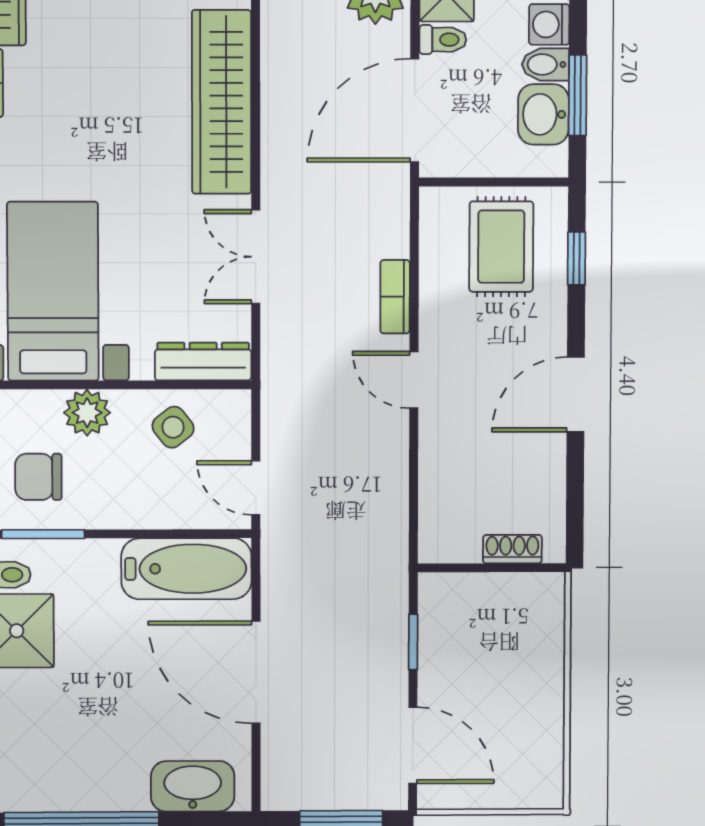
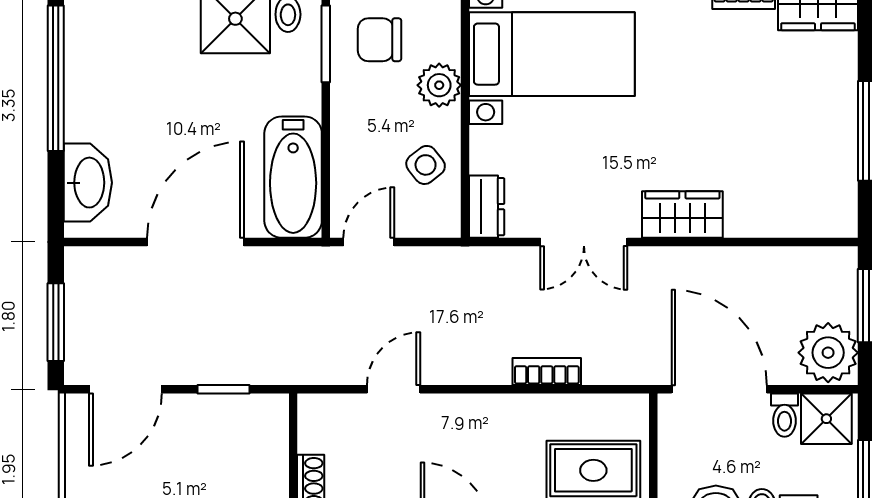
wardrobe: (222, 102) -> (682, 215), width x0.48, depth x0.85
double door: (256, 257) -> (584, 242), swing flipped
dresser: (203, 362) -> (487, 207), width x0.70
door: (414, 380) -> (394, 389), moved
chair: (38, 477) -> (379, 40), turned -90

